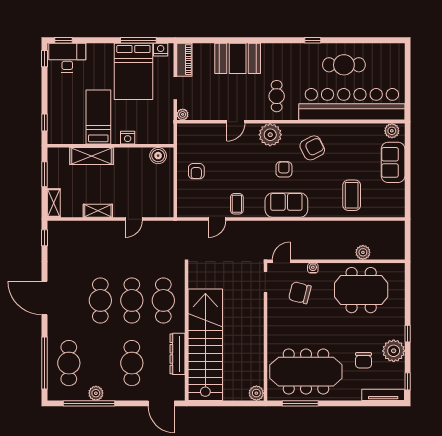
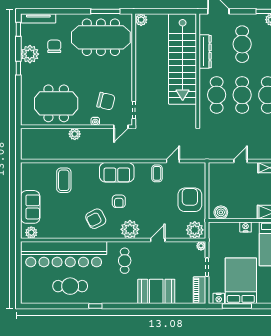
plant: (190, 134) -> (195, 230), added
armchair: (196, 171) -> (190, 200), width x1.88, depth x1.88
plant: (363, 252) -> (75, 134), moved

